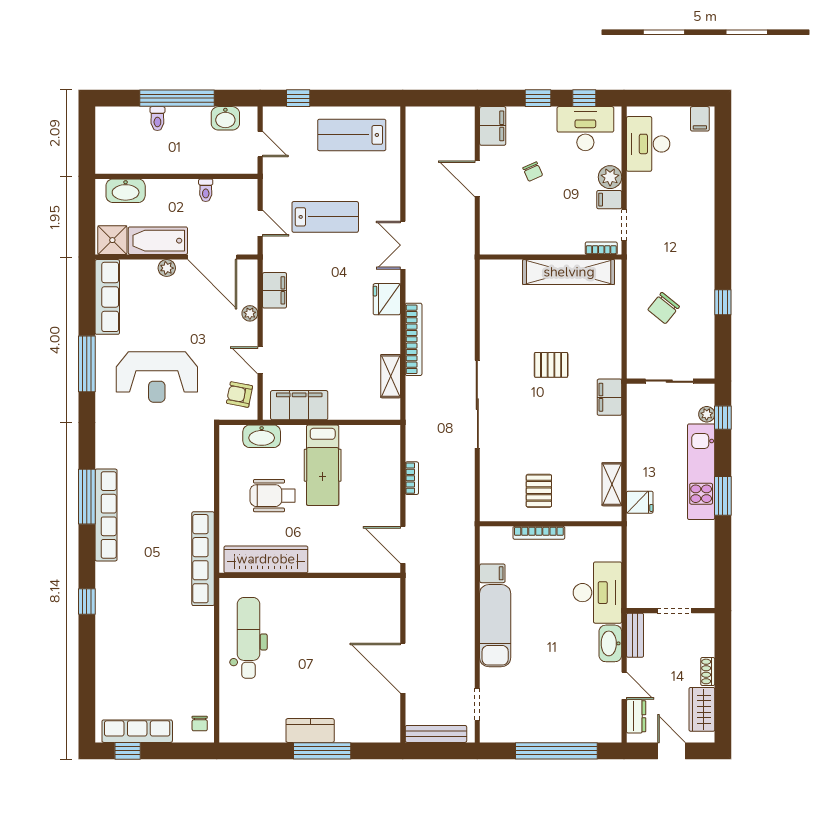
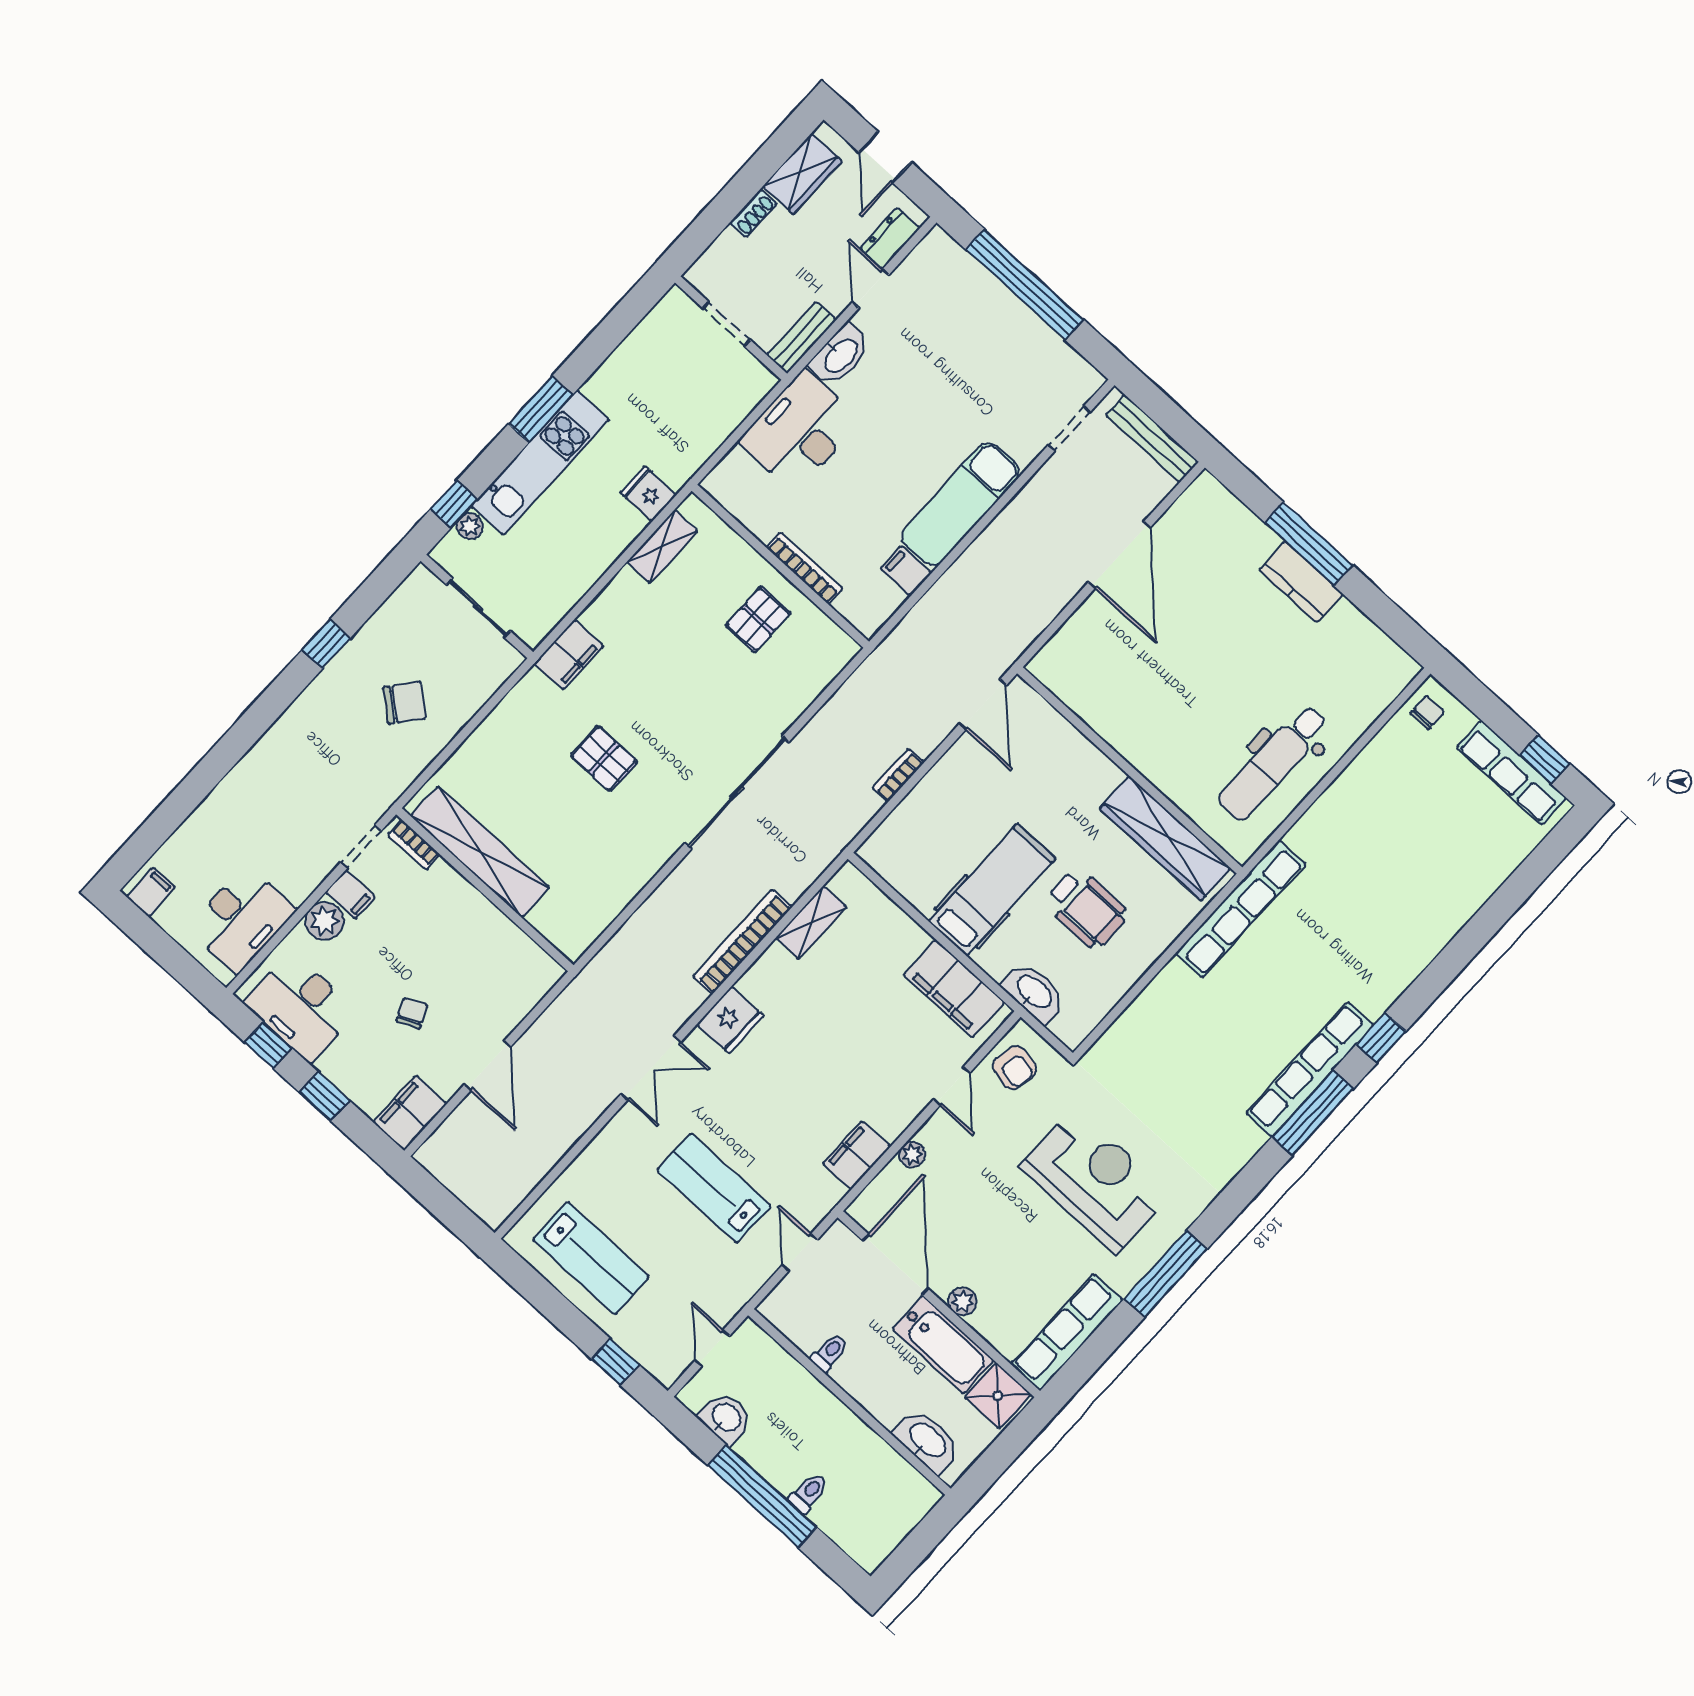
window: (87, 602) -> (1381, 1038), moved

